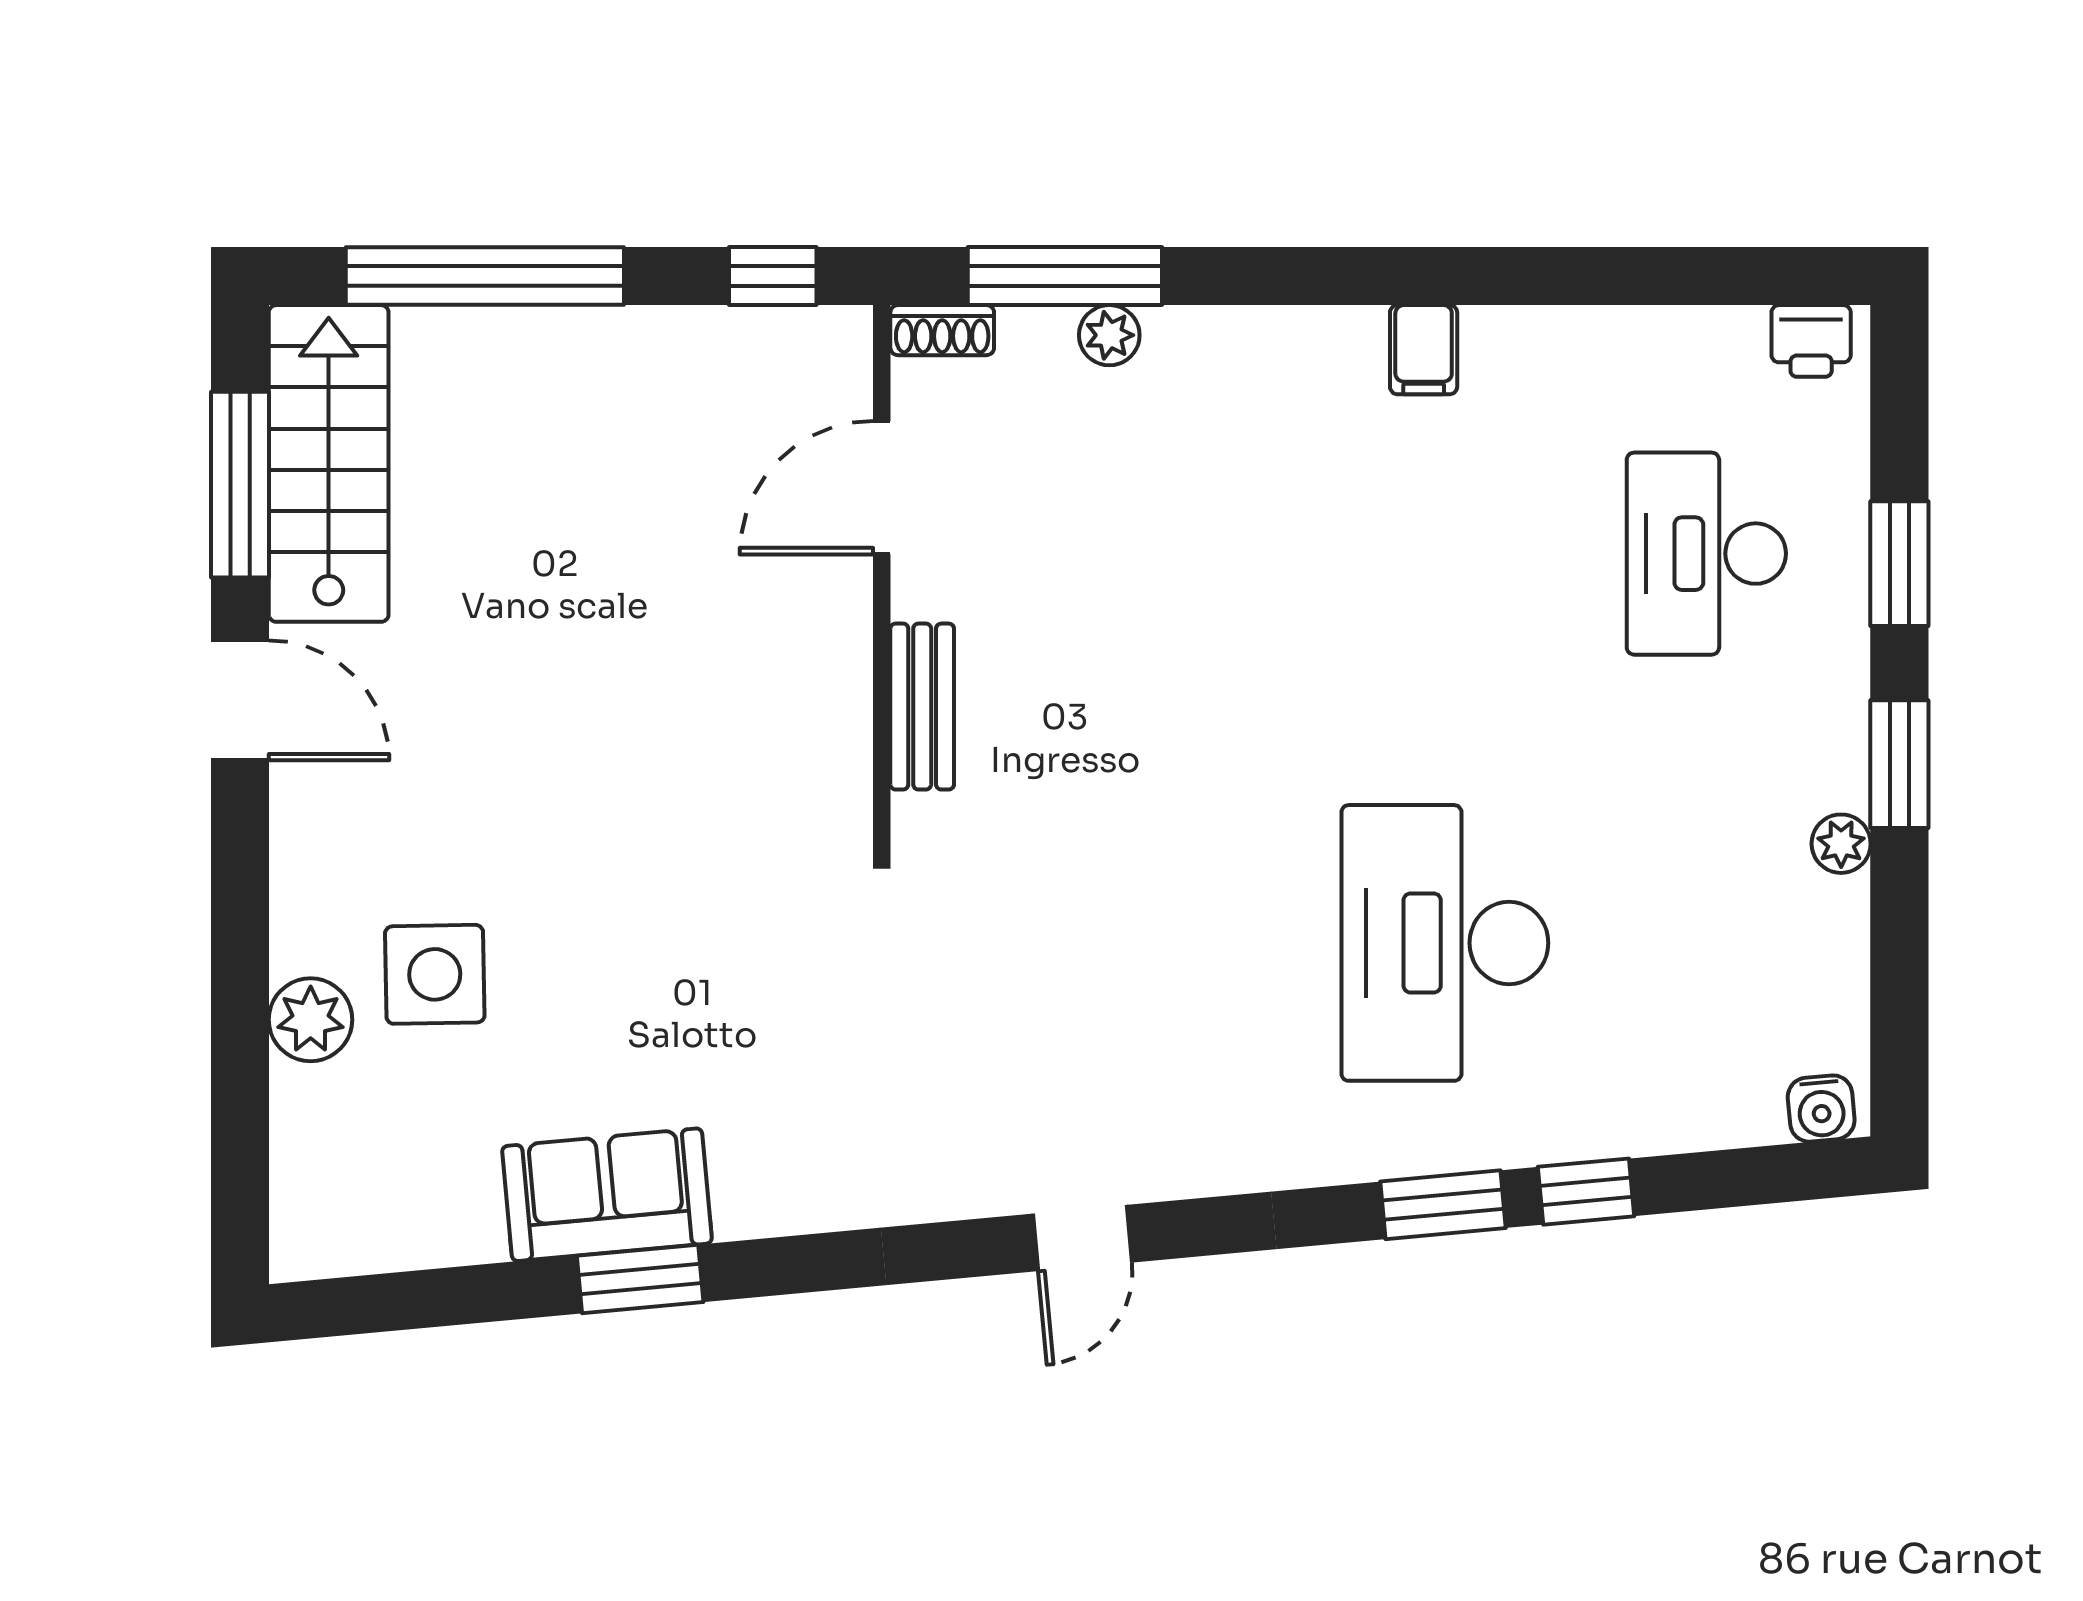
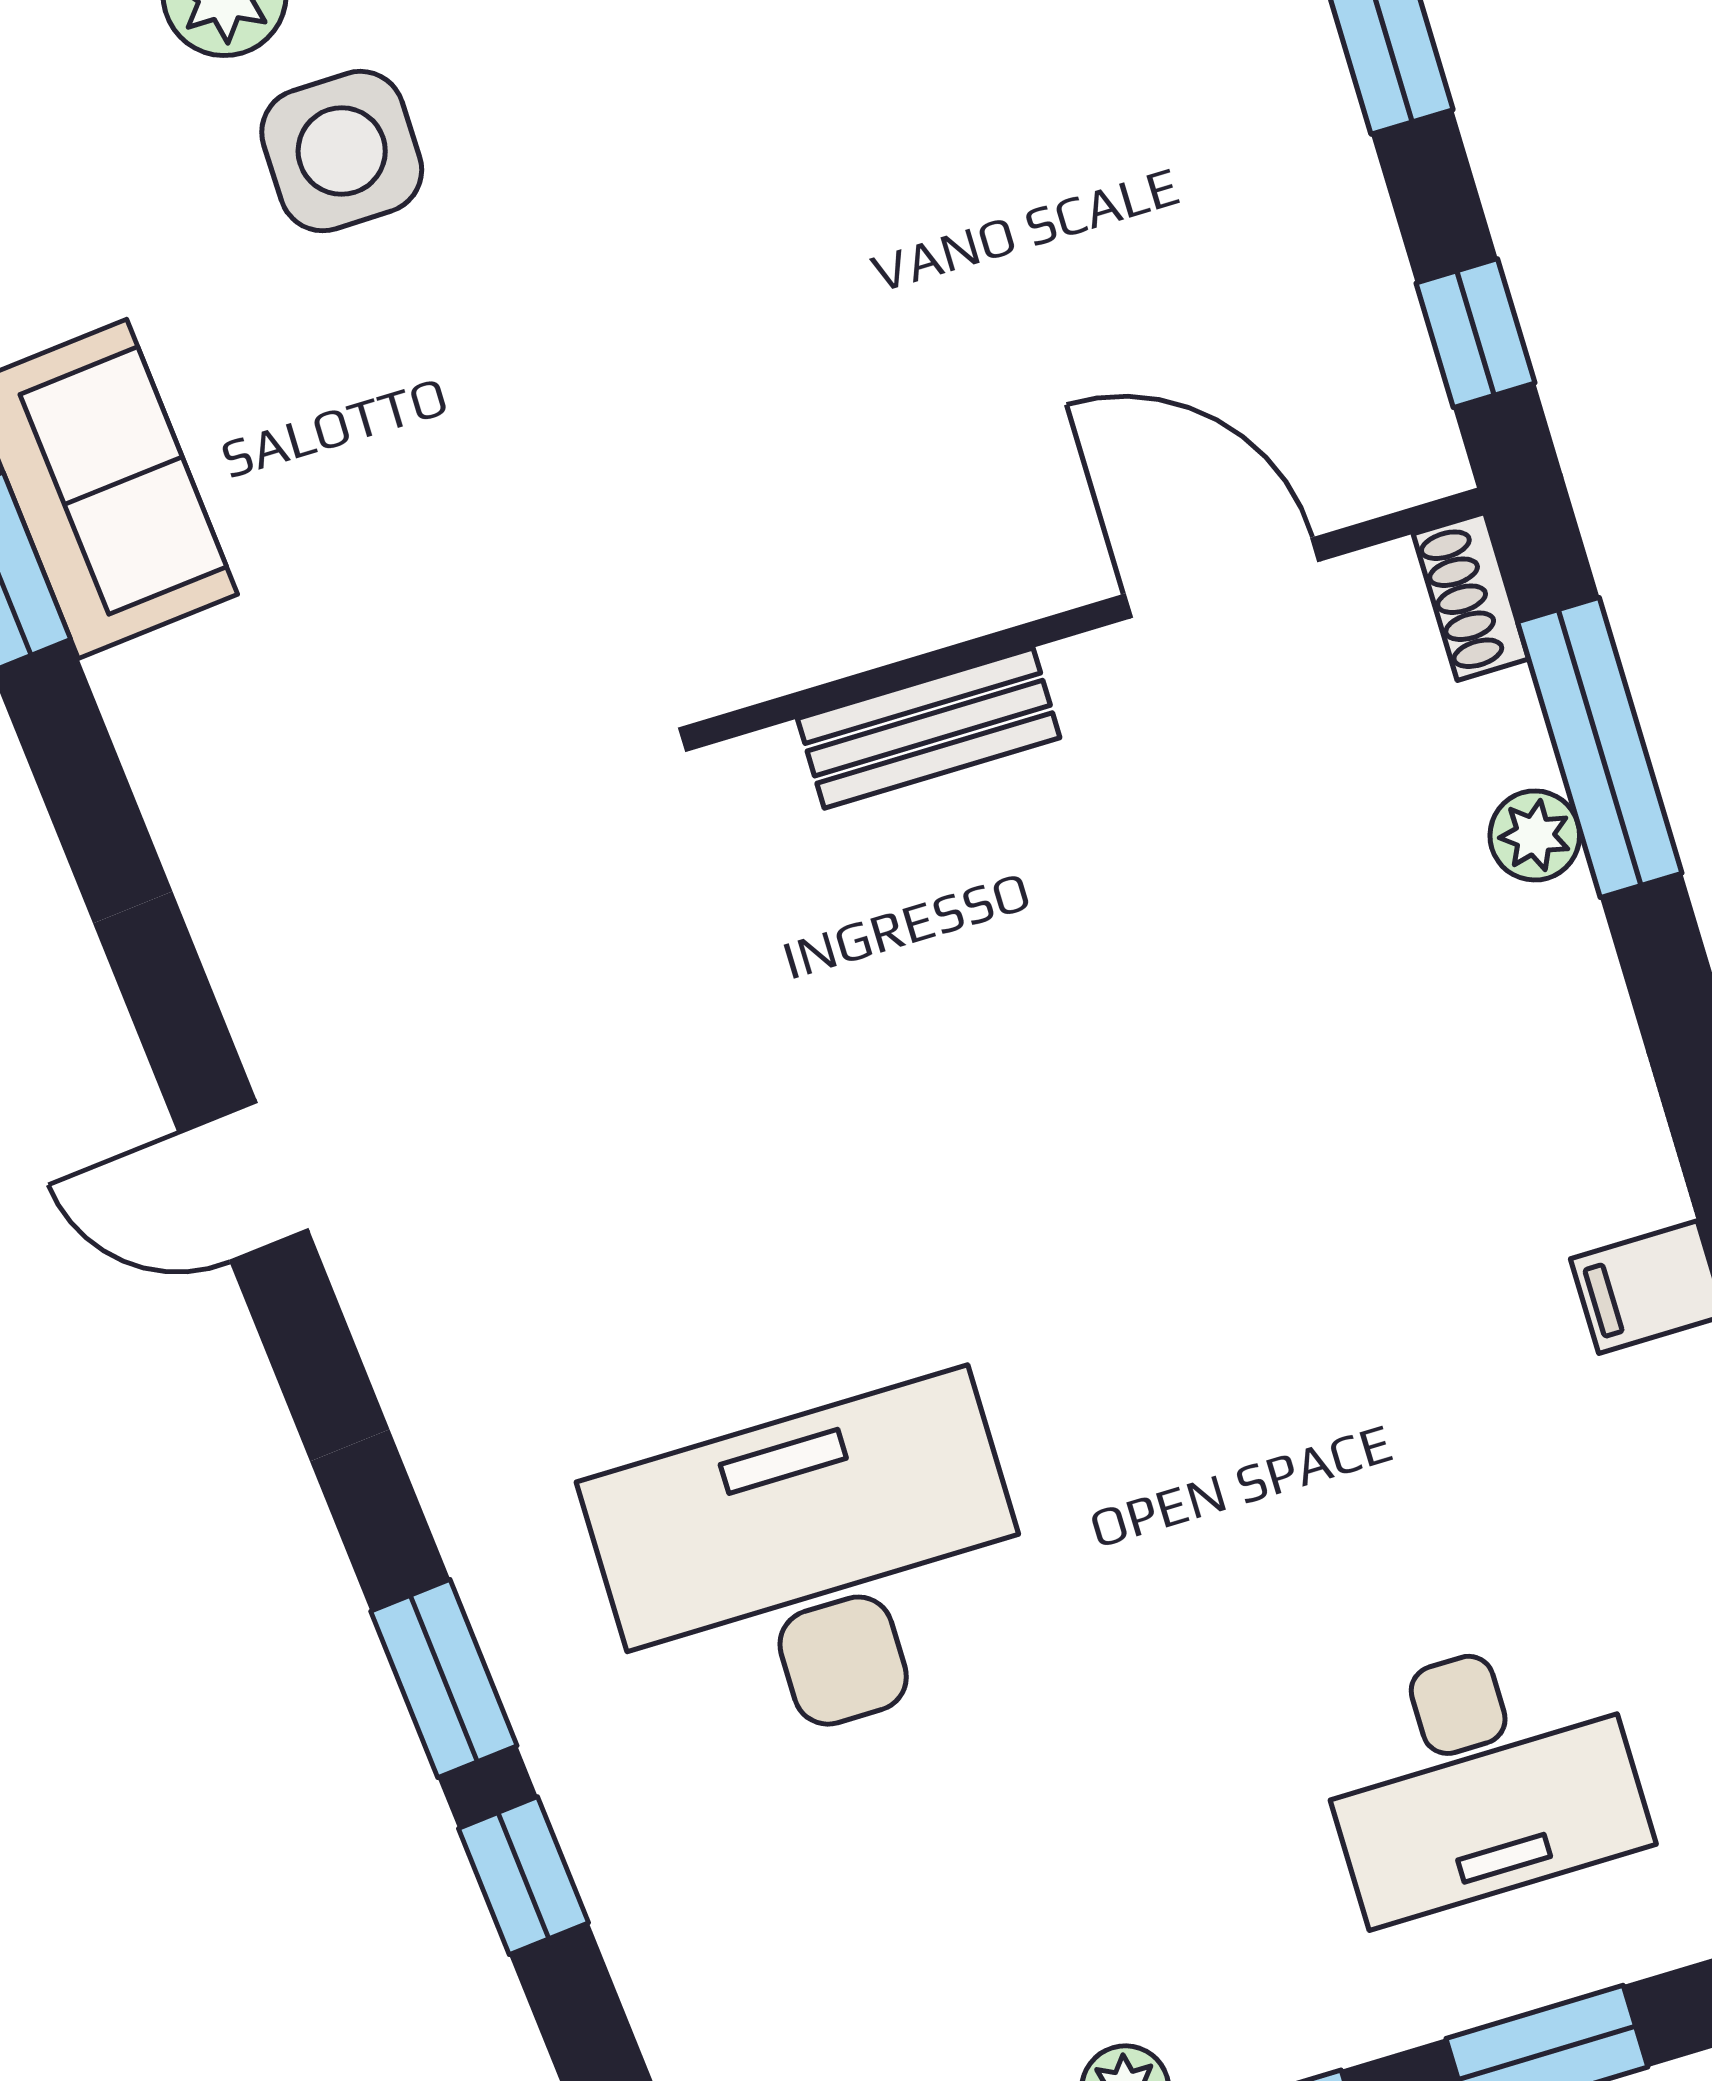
desk: (1706, 554) -> (1479, 1775), turned 180

